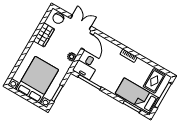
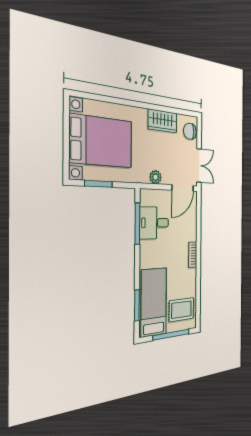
desk: (86, 66) -> (154, 223), moved

